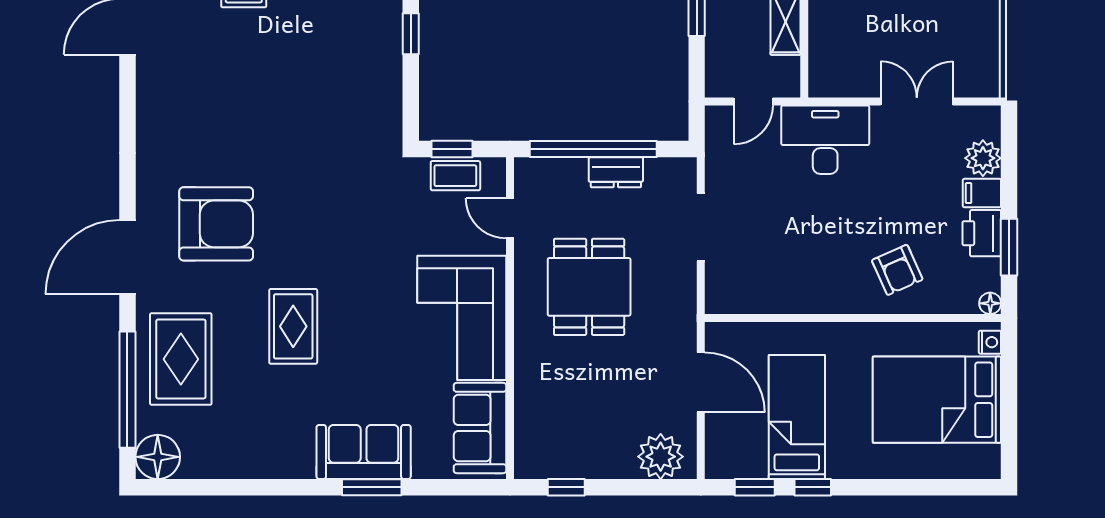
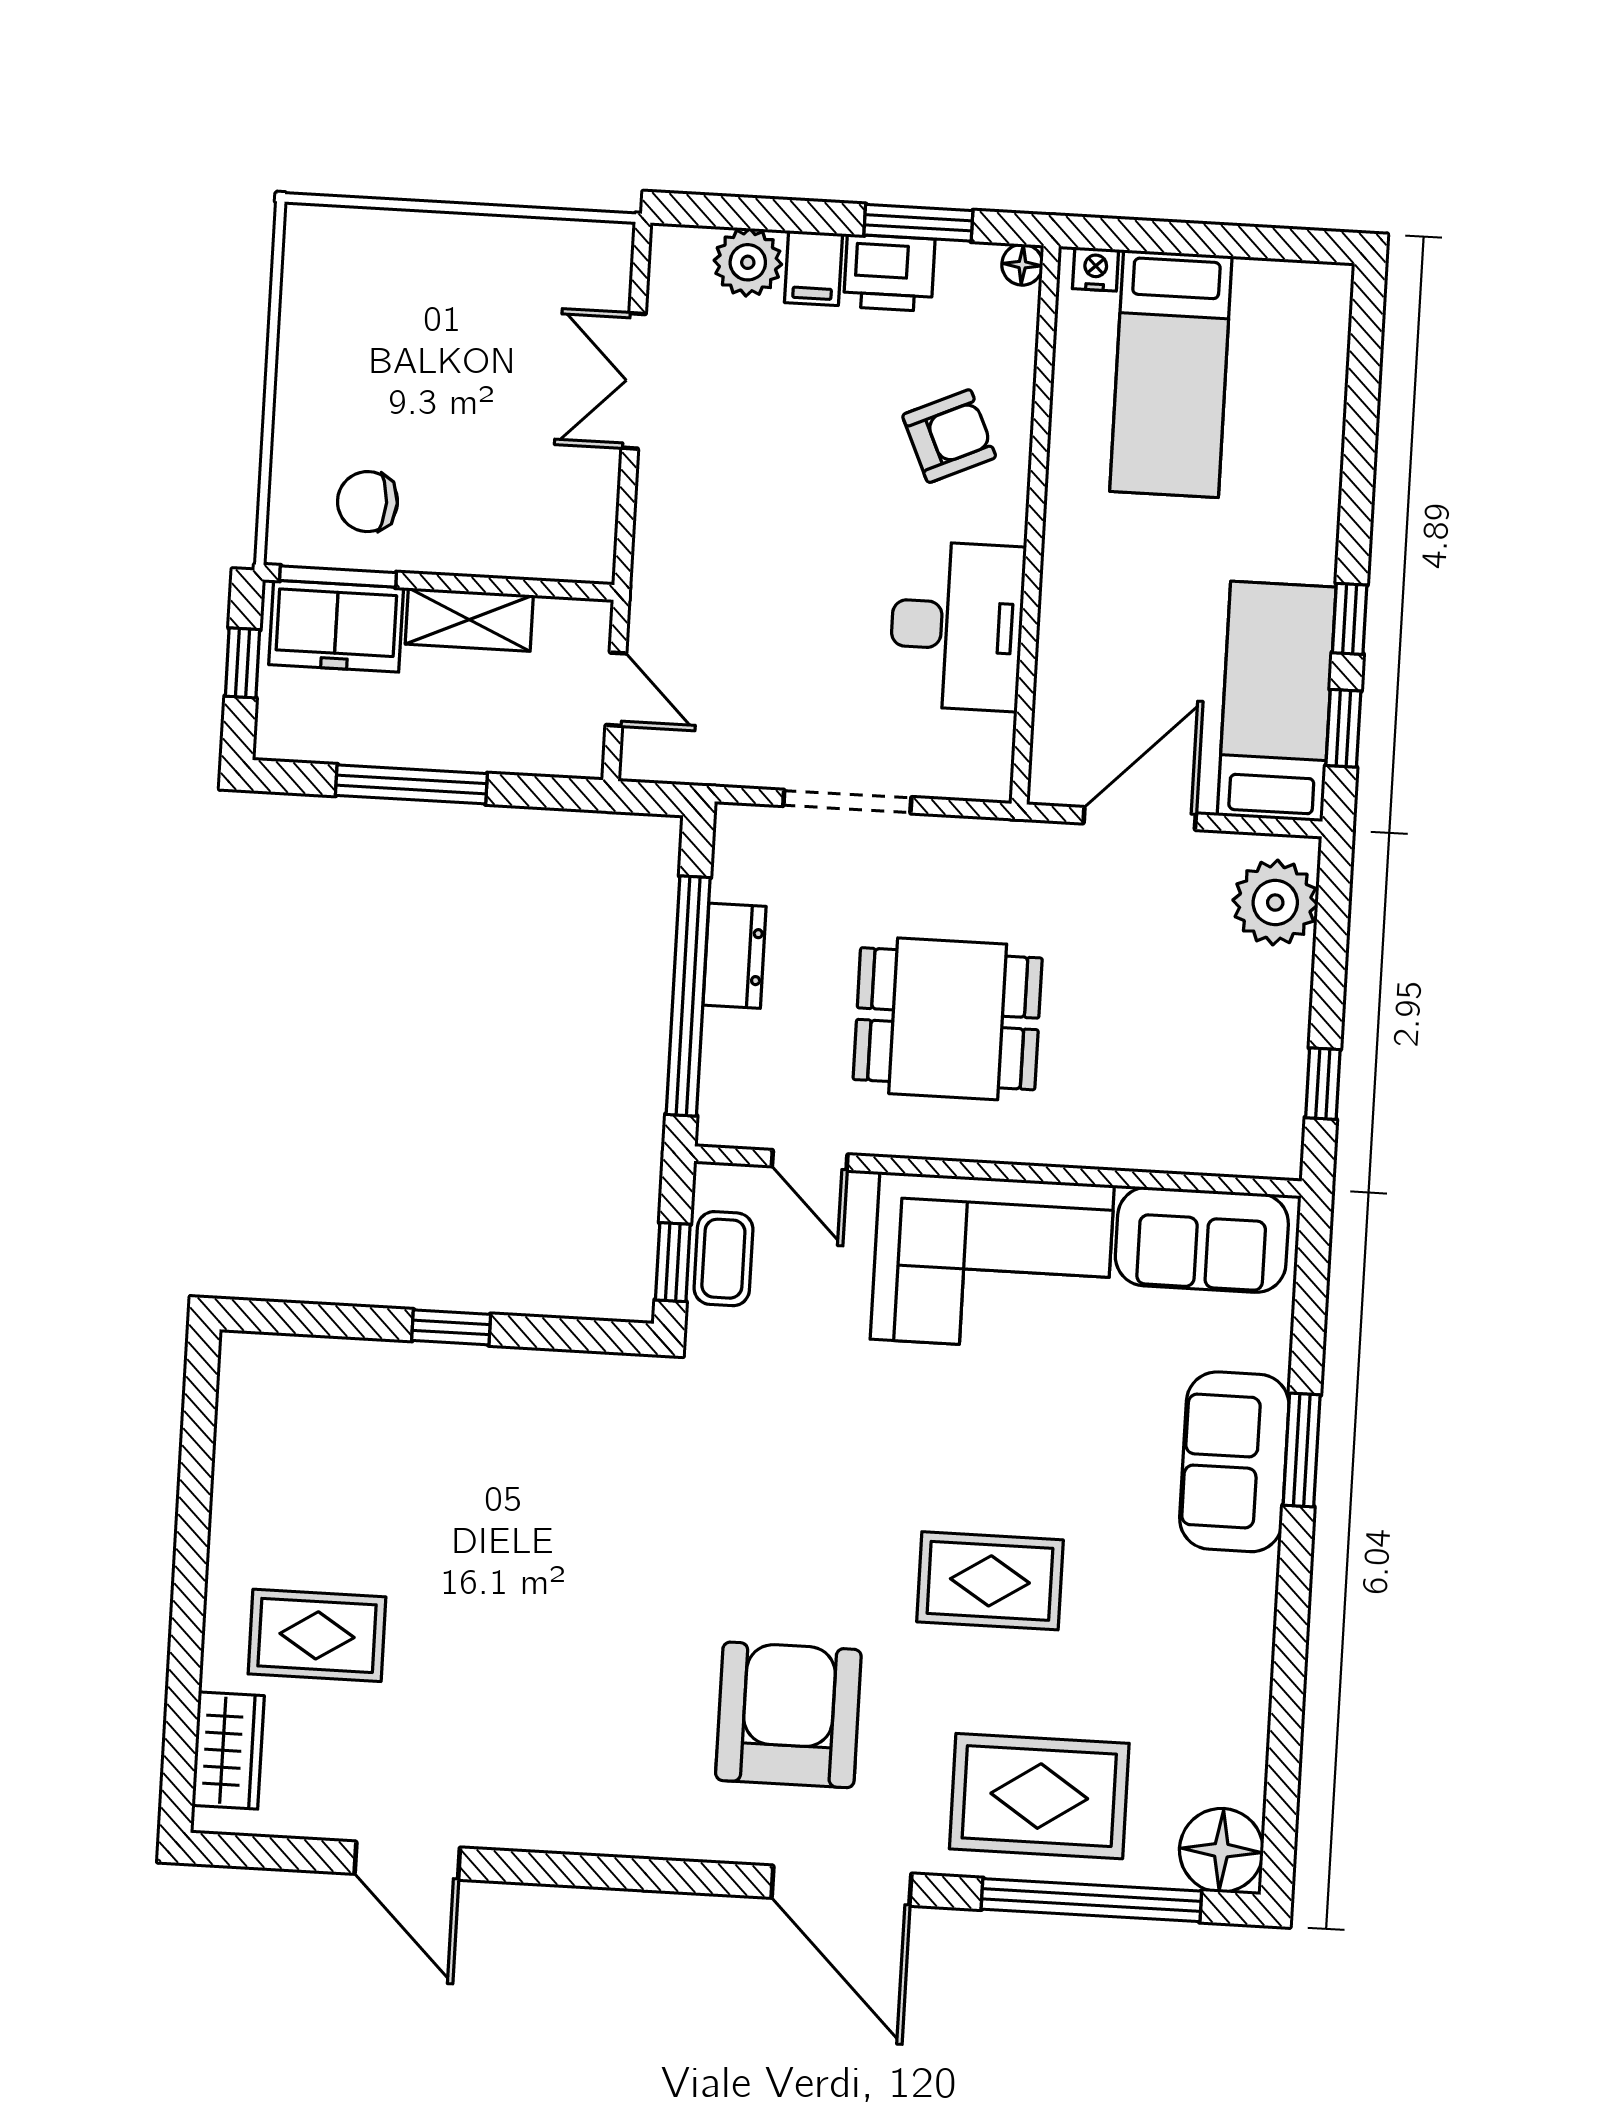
desk: (825, 140) -> (957, 626), moved, turned 180
door: (510, 218) -> (810, 1160), hinge flipped
bed: (937, 400) -> (1171, 374), width x0.67
bed: (797, 417) -> (1277, 701), moved, turned 90

